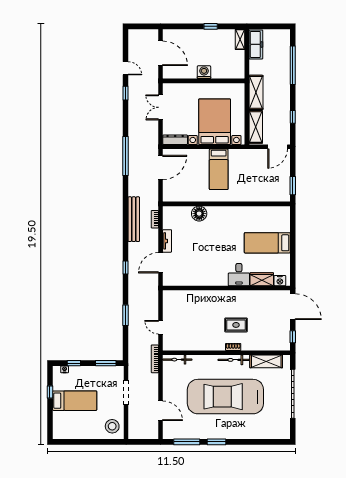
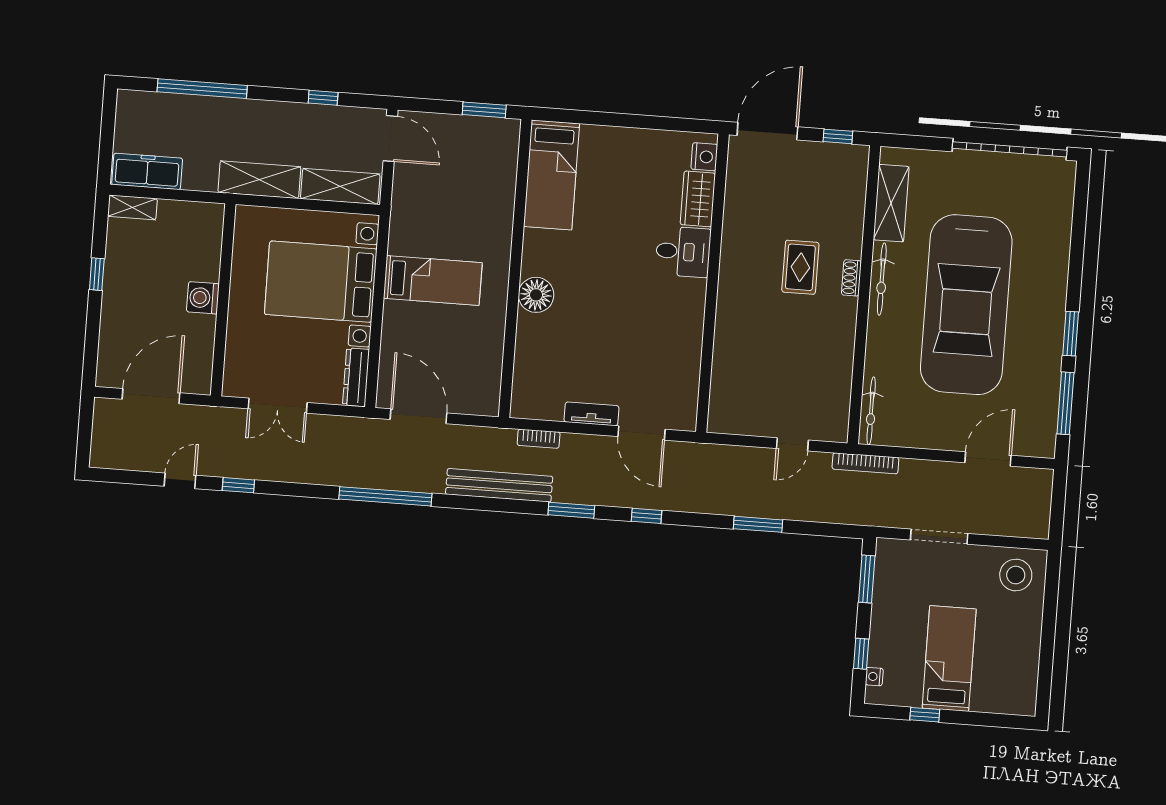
floor lamp: (199, 214) -> (536, 295), moved
bench: (134, 219) -> (499, 485), moved
window: (126, 235) -> (571, 510), added
bed: (267, 243) -> (552, 175), moved
garage door: (293, 394) -> (1010, 149), moved

